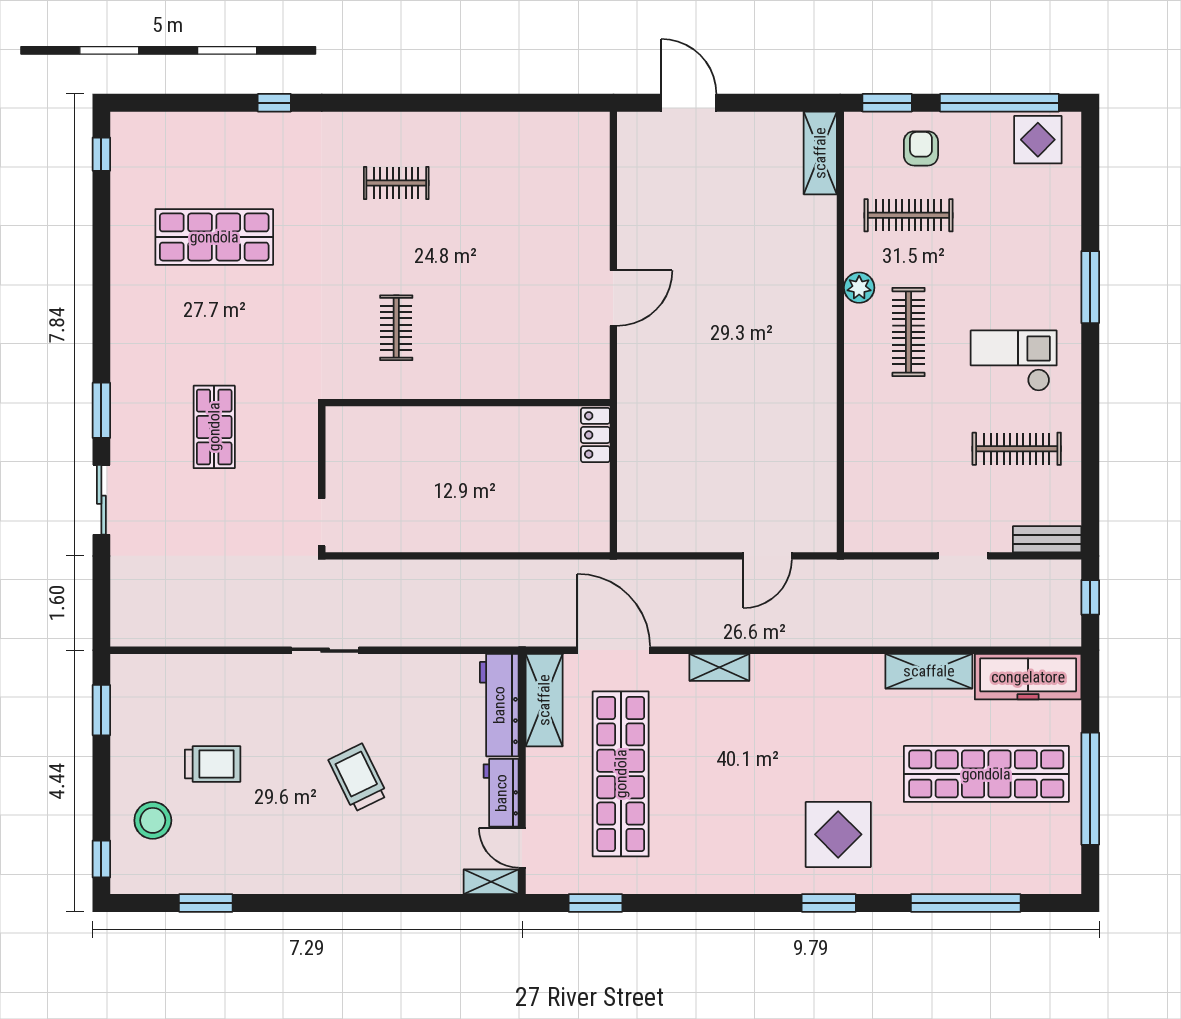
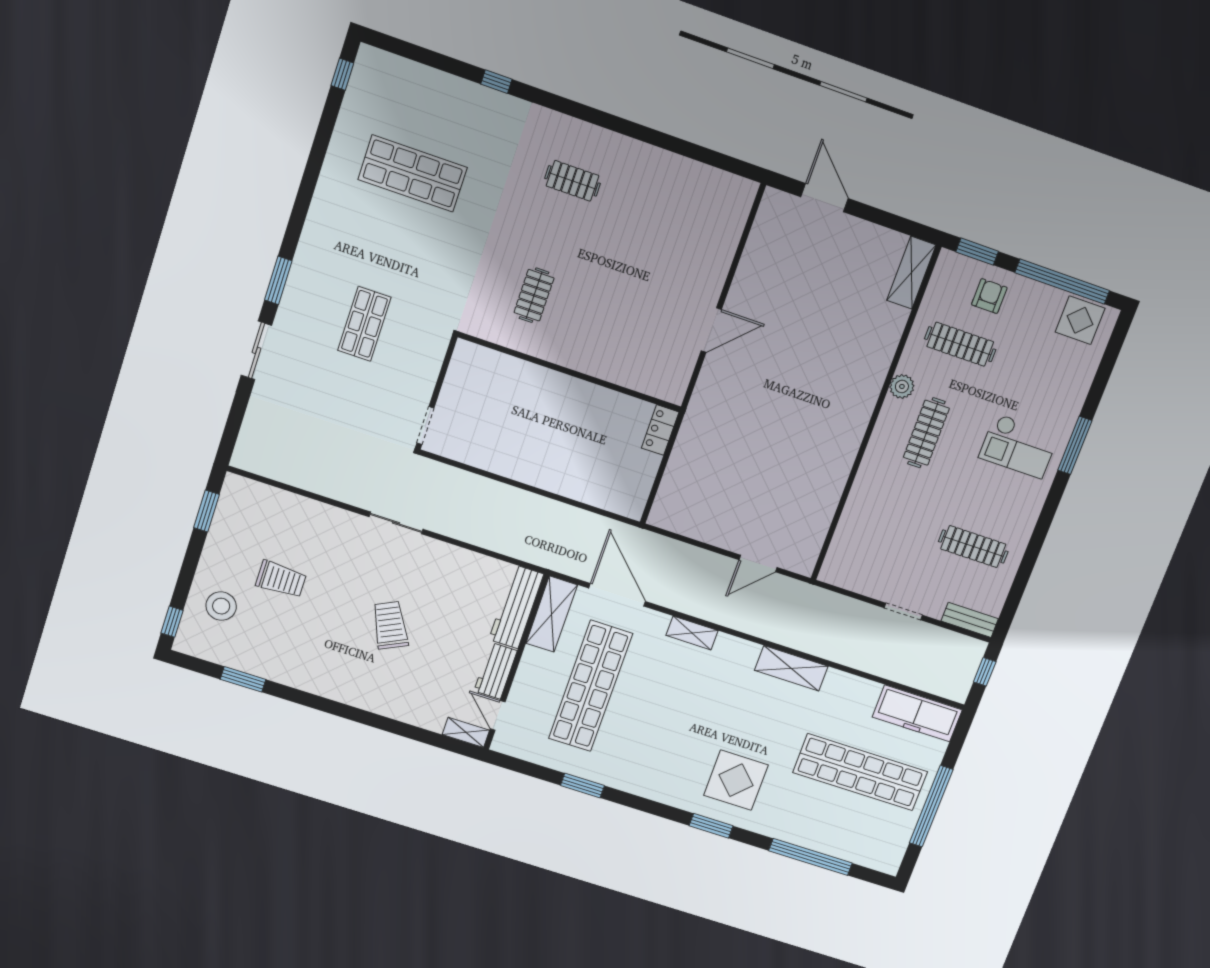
checkout: (1014, 361) -> (1019, 446), moved, turned 180
shelving: (929, 671) -> (791, 668), moved
window: (595, 903) -> (582, 786), moved

